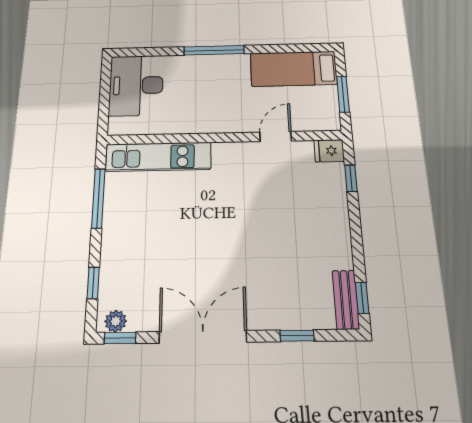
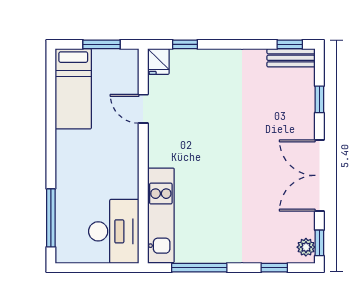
window: (214, 50) -> (51, 218), moved
desk: (136, 85) -> (114, 231), moved, turned -90

